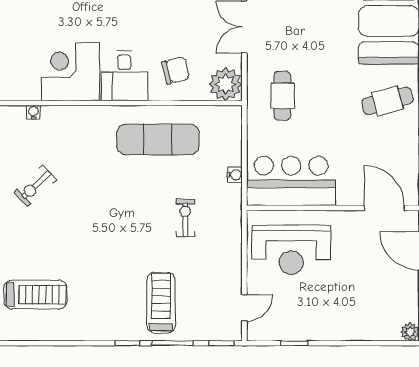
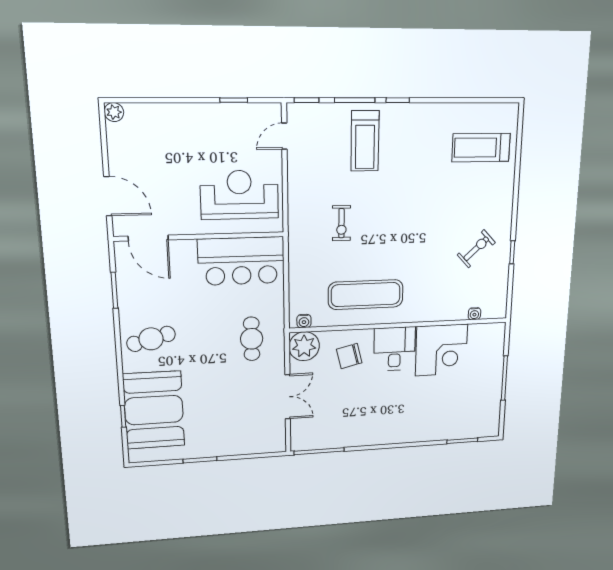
water cooler: (235, 175) -> (304, 321), moved, turned -90

